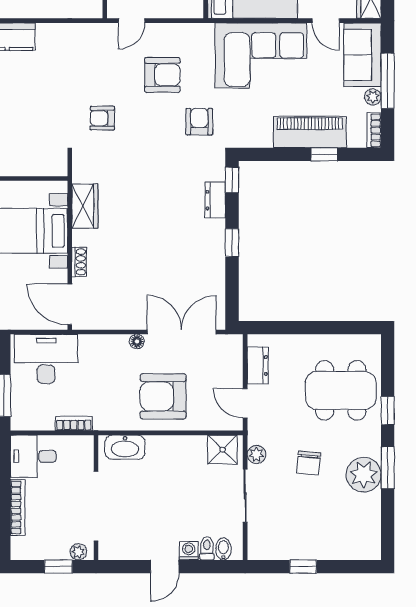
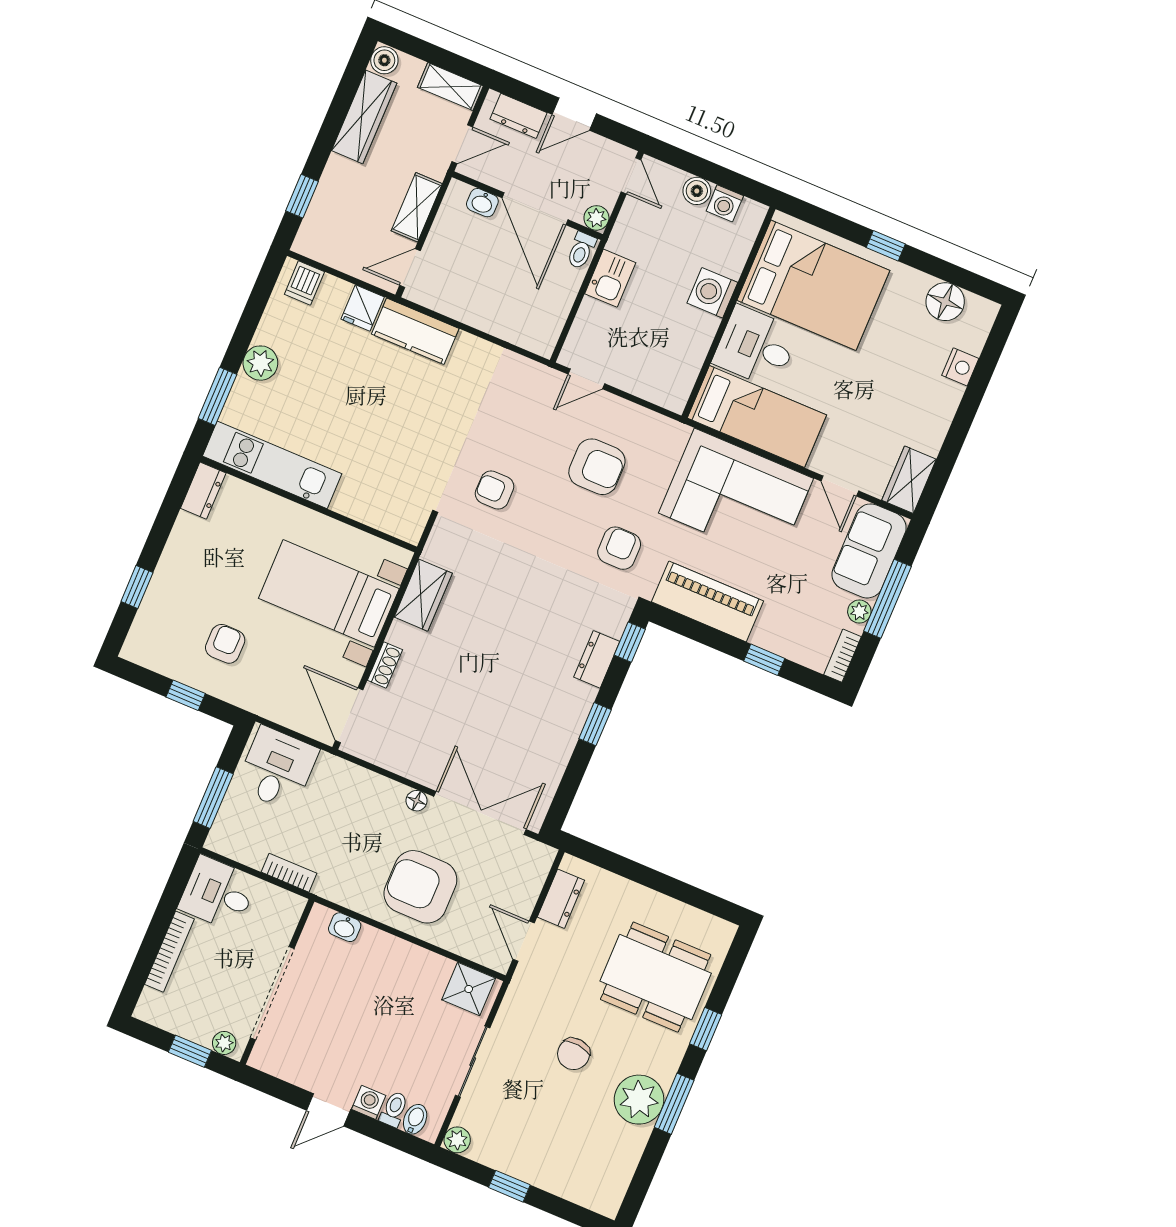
piano: (310, 132) -> (707, 601), moved
desk: (46, 359) -> (277, 769), width x0.73
washbasin: (125, 447) -> (345, 927), width x0.52, depth x0.69
plant: (256, 454) -> (457, 1140), moved

